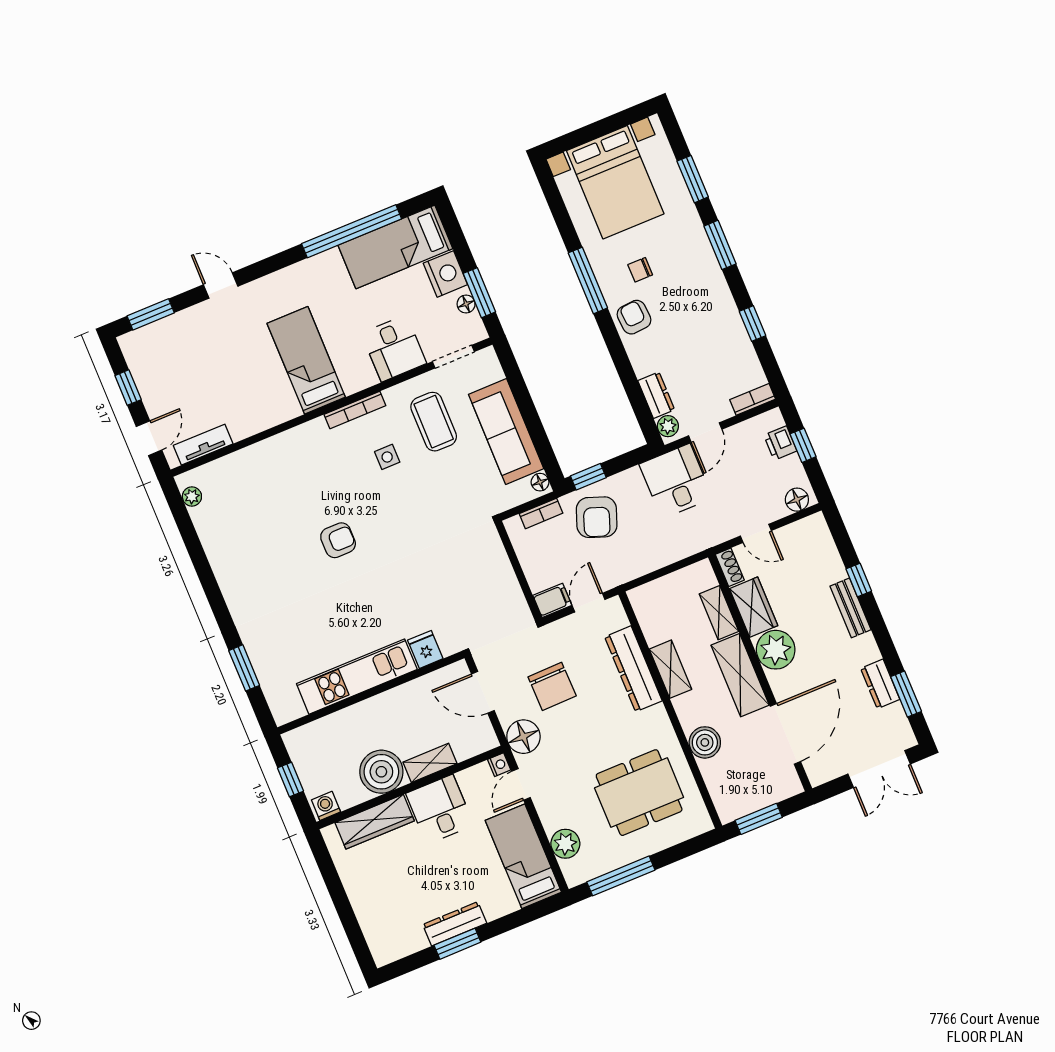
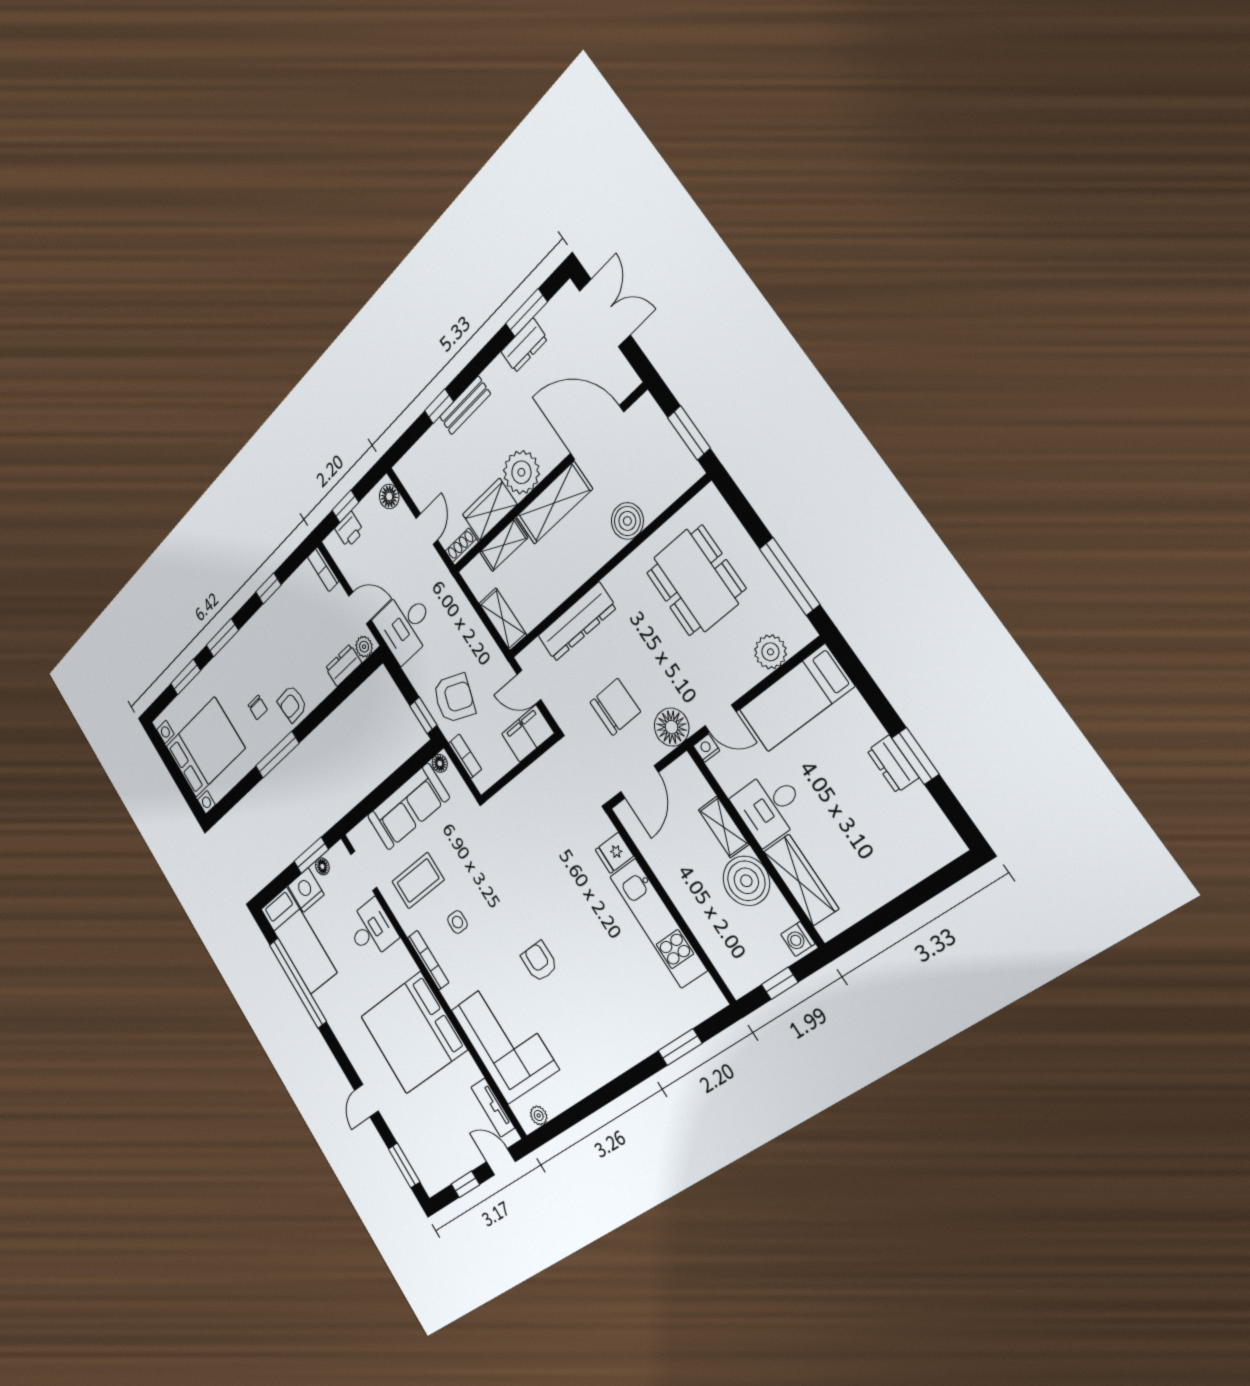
bed: (306, 360) -> (413, 1033), width x2.04
corner sofa: (268, 478) -> (504, 1040), added
filing cabinet: (552, 600) -> (528, 734), width x2.00
shelving: (671, 669) -> (503, 619), moved, turned 90
dresser: (455, 924) -> (893, 764), width x0.70

